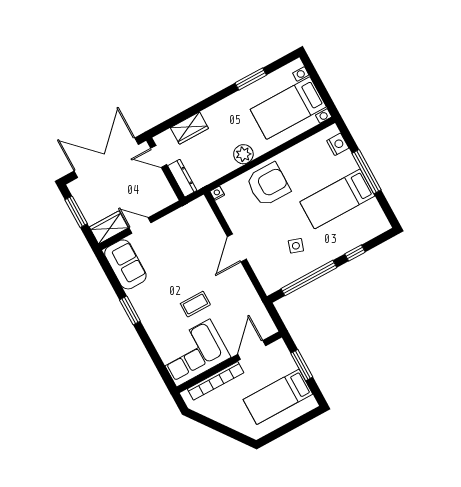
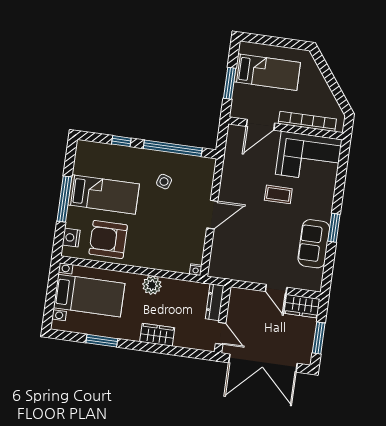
wardrobe: (189, 128) -> (157, 335), moved
armchair: (268, 184) -> (108, 239), moved
sofa: (125, 264) -> (314, 244), moved

